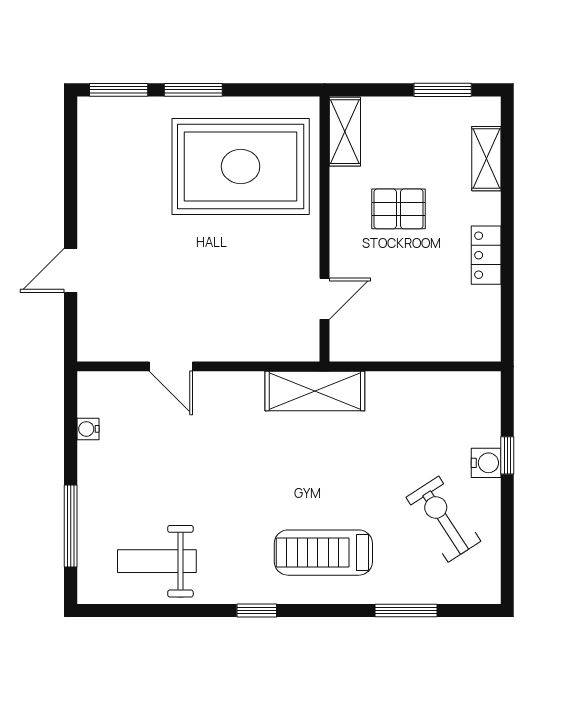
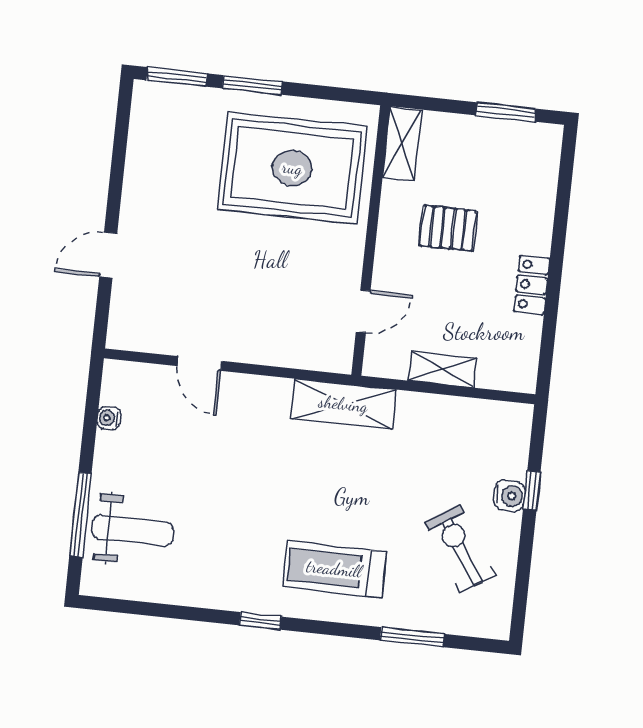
shelving: (486, 159) -> (442, 370), moved, turned 90
weight bench: (157, 561) -> (133, 531), moved, turned 180

